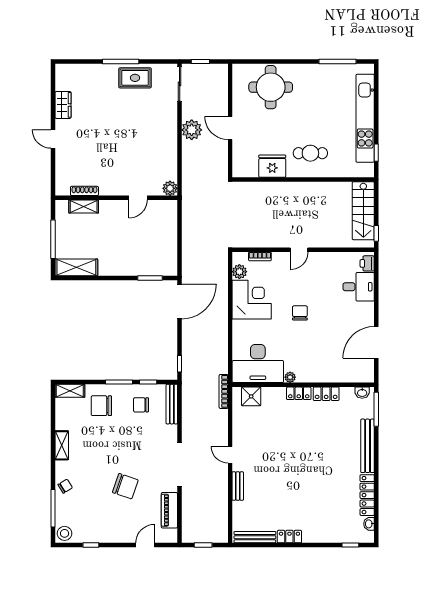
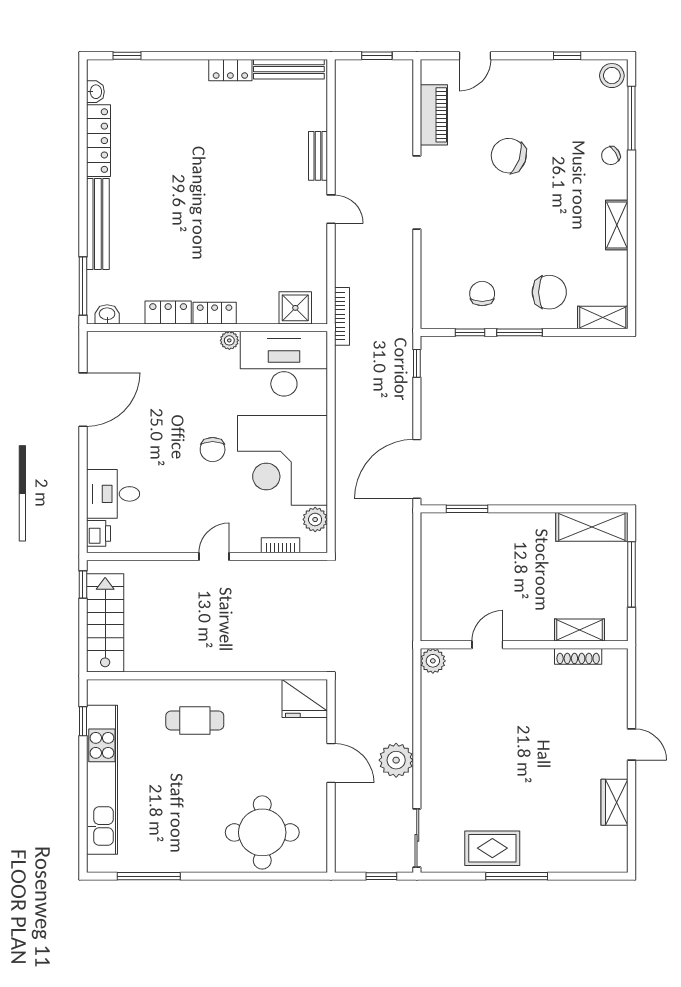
fridge: (272, 166) -> (305, 699), moved
corner desk: (252, 300) -> (282, 460), width x1.36, depth x1.36
bench: (172, 404) -> (430, 295), removed
chair: (141, 405) -> (482, 294), turned -90

